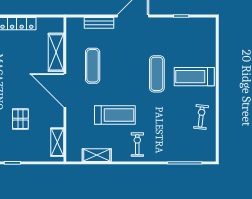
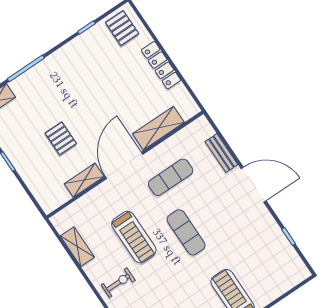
exercise mat: (157, 74) -> (186, 232), moved, turned 90
pallet: (20, 119) -> (61, 138), turned 90
shelving: (57, 142) -> (84, 180), moved

